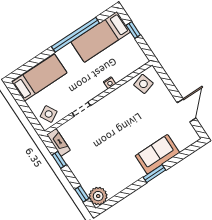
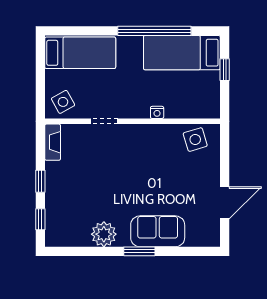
window: (59, 160) -> (40, 181), moved
plant: (98, 196) -> (104, 234), moved

